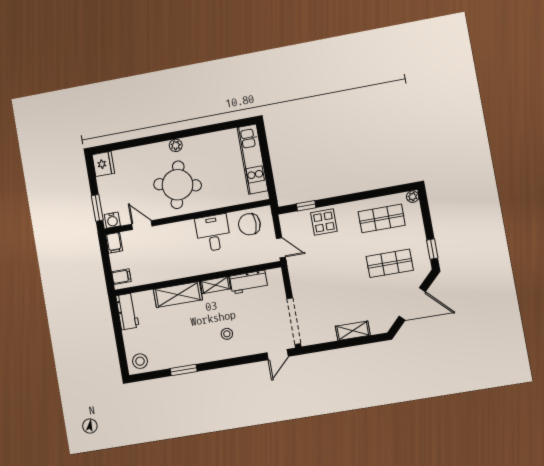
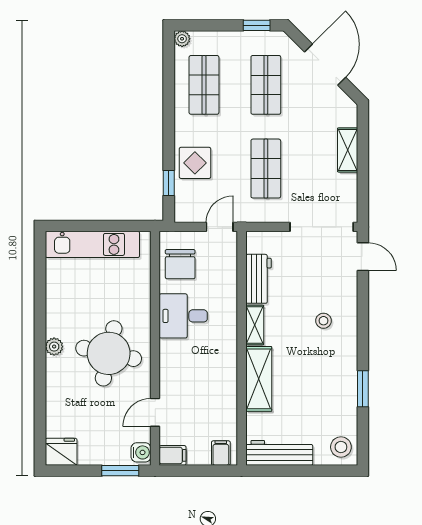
shop shelf: (329, 274) -> (266, 169), added
workbench: (127, 311) -> (279, 453), width x1.38

